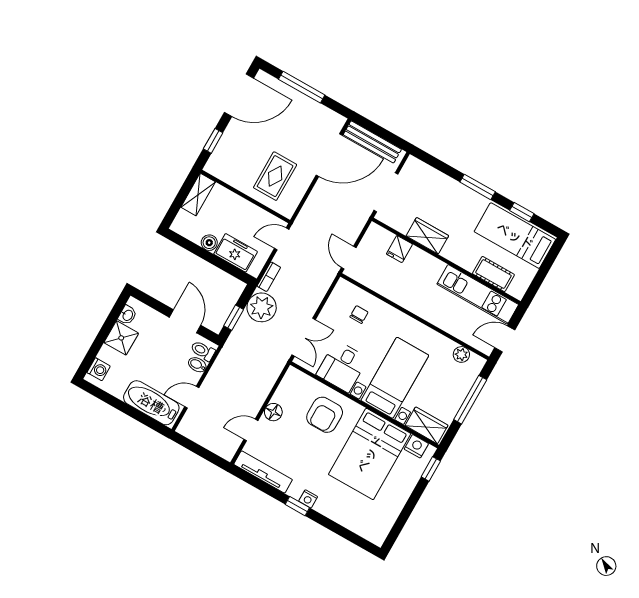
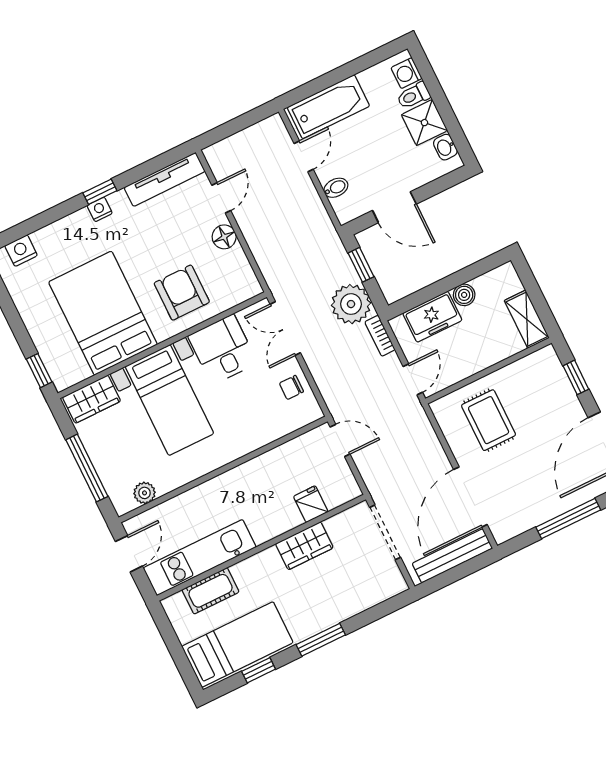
chair: (359, 315) -> (291, 387), moved, turned 90
toilet: (203, 351) -> (413, 96), moved, turned 180
nightstand: (416, 446) -> (21, 251), moved, turned 180

